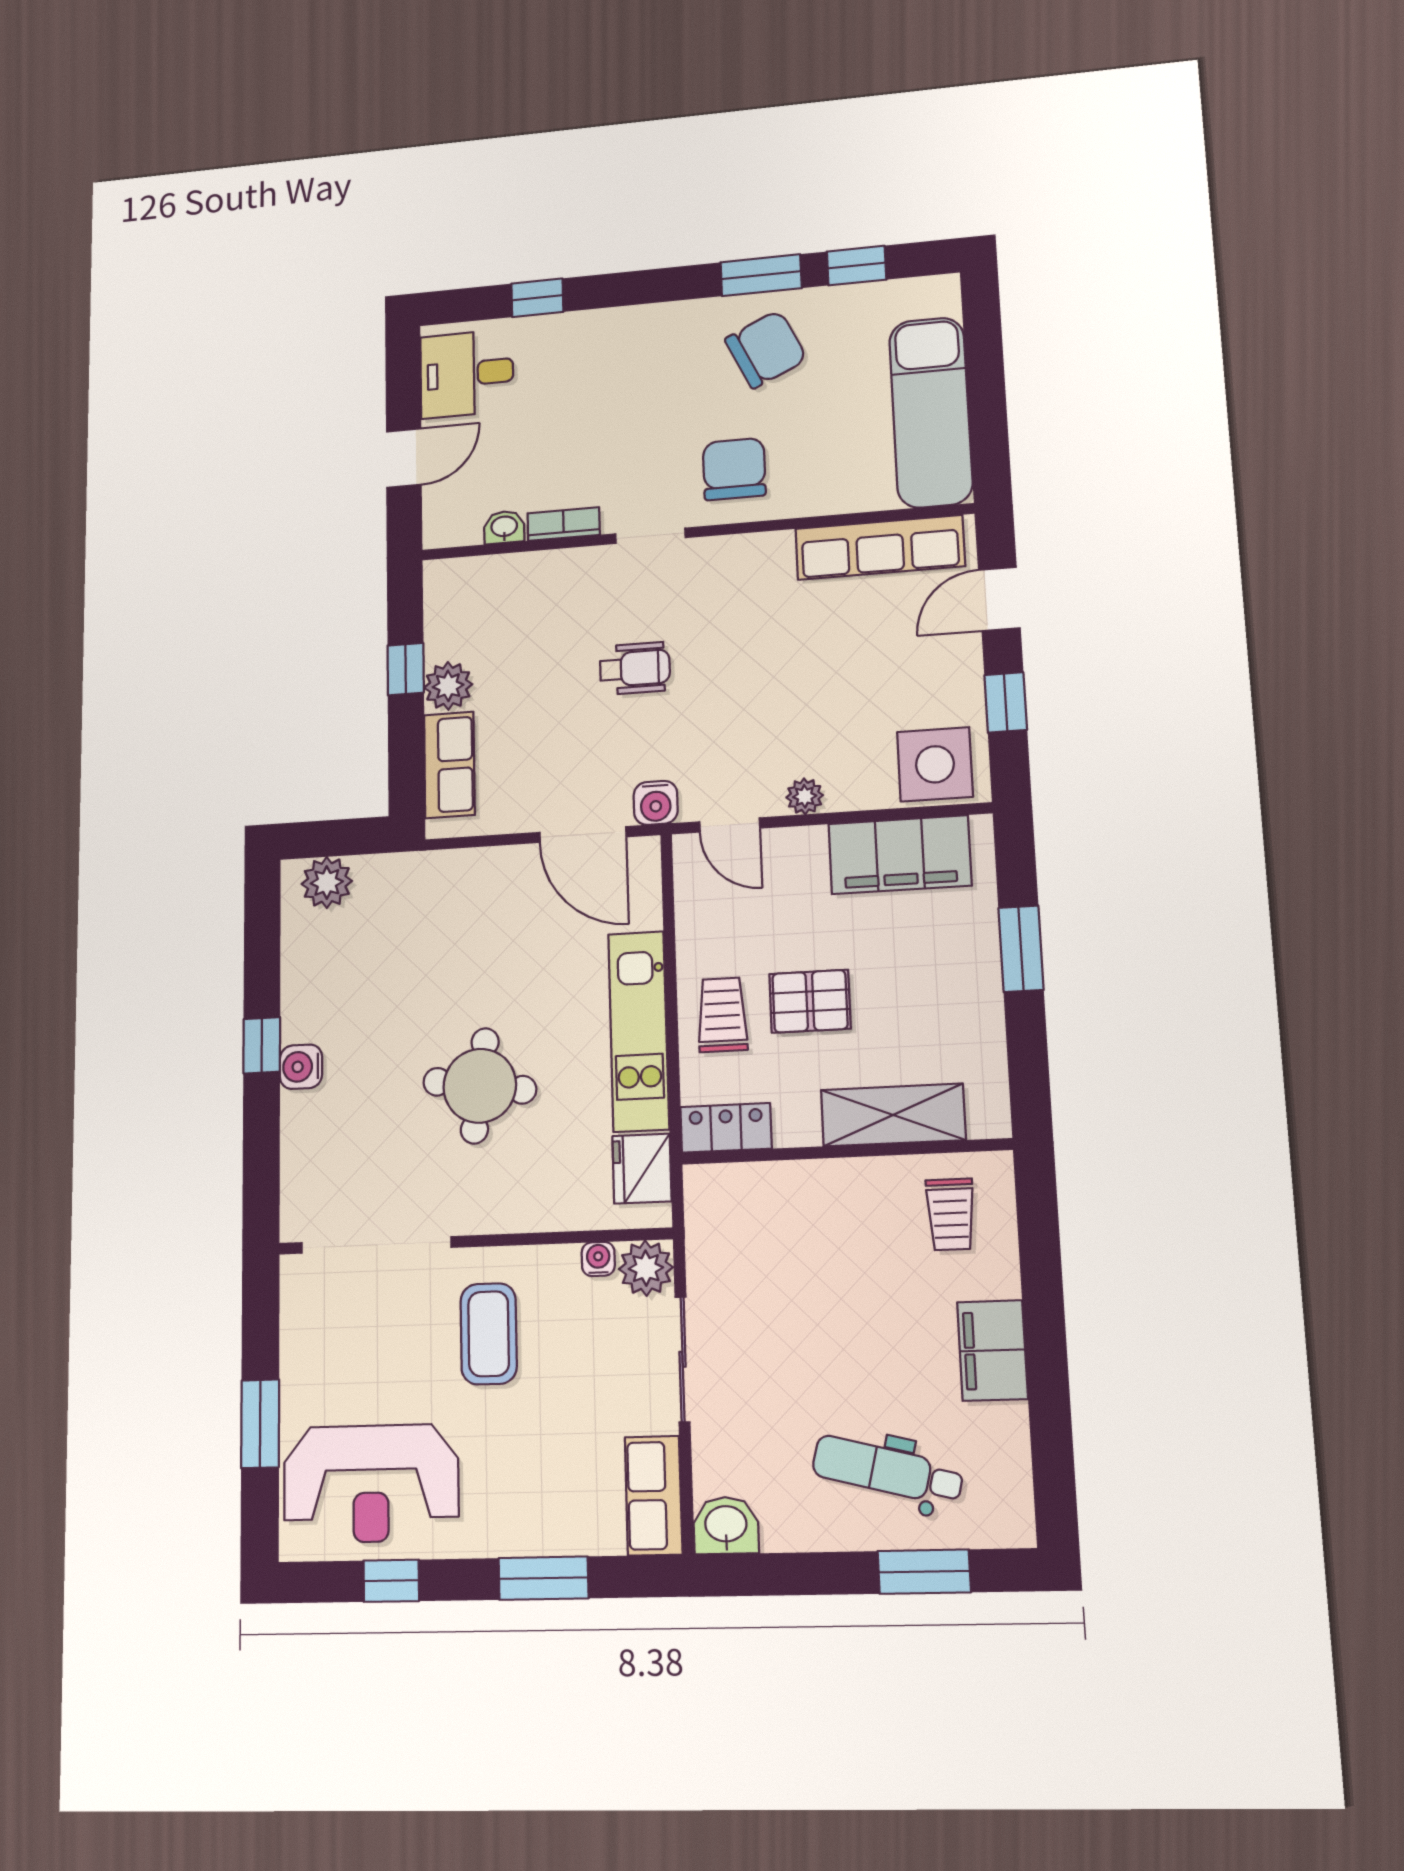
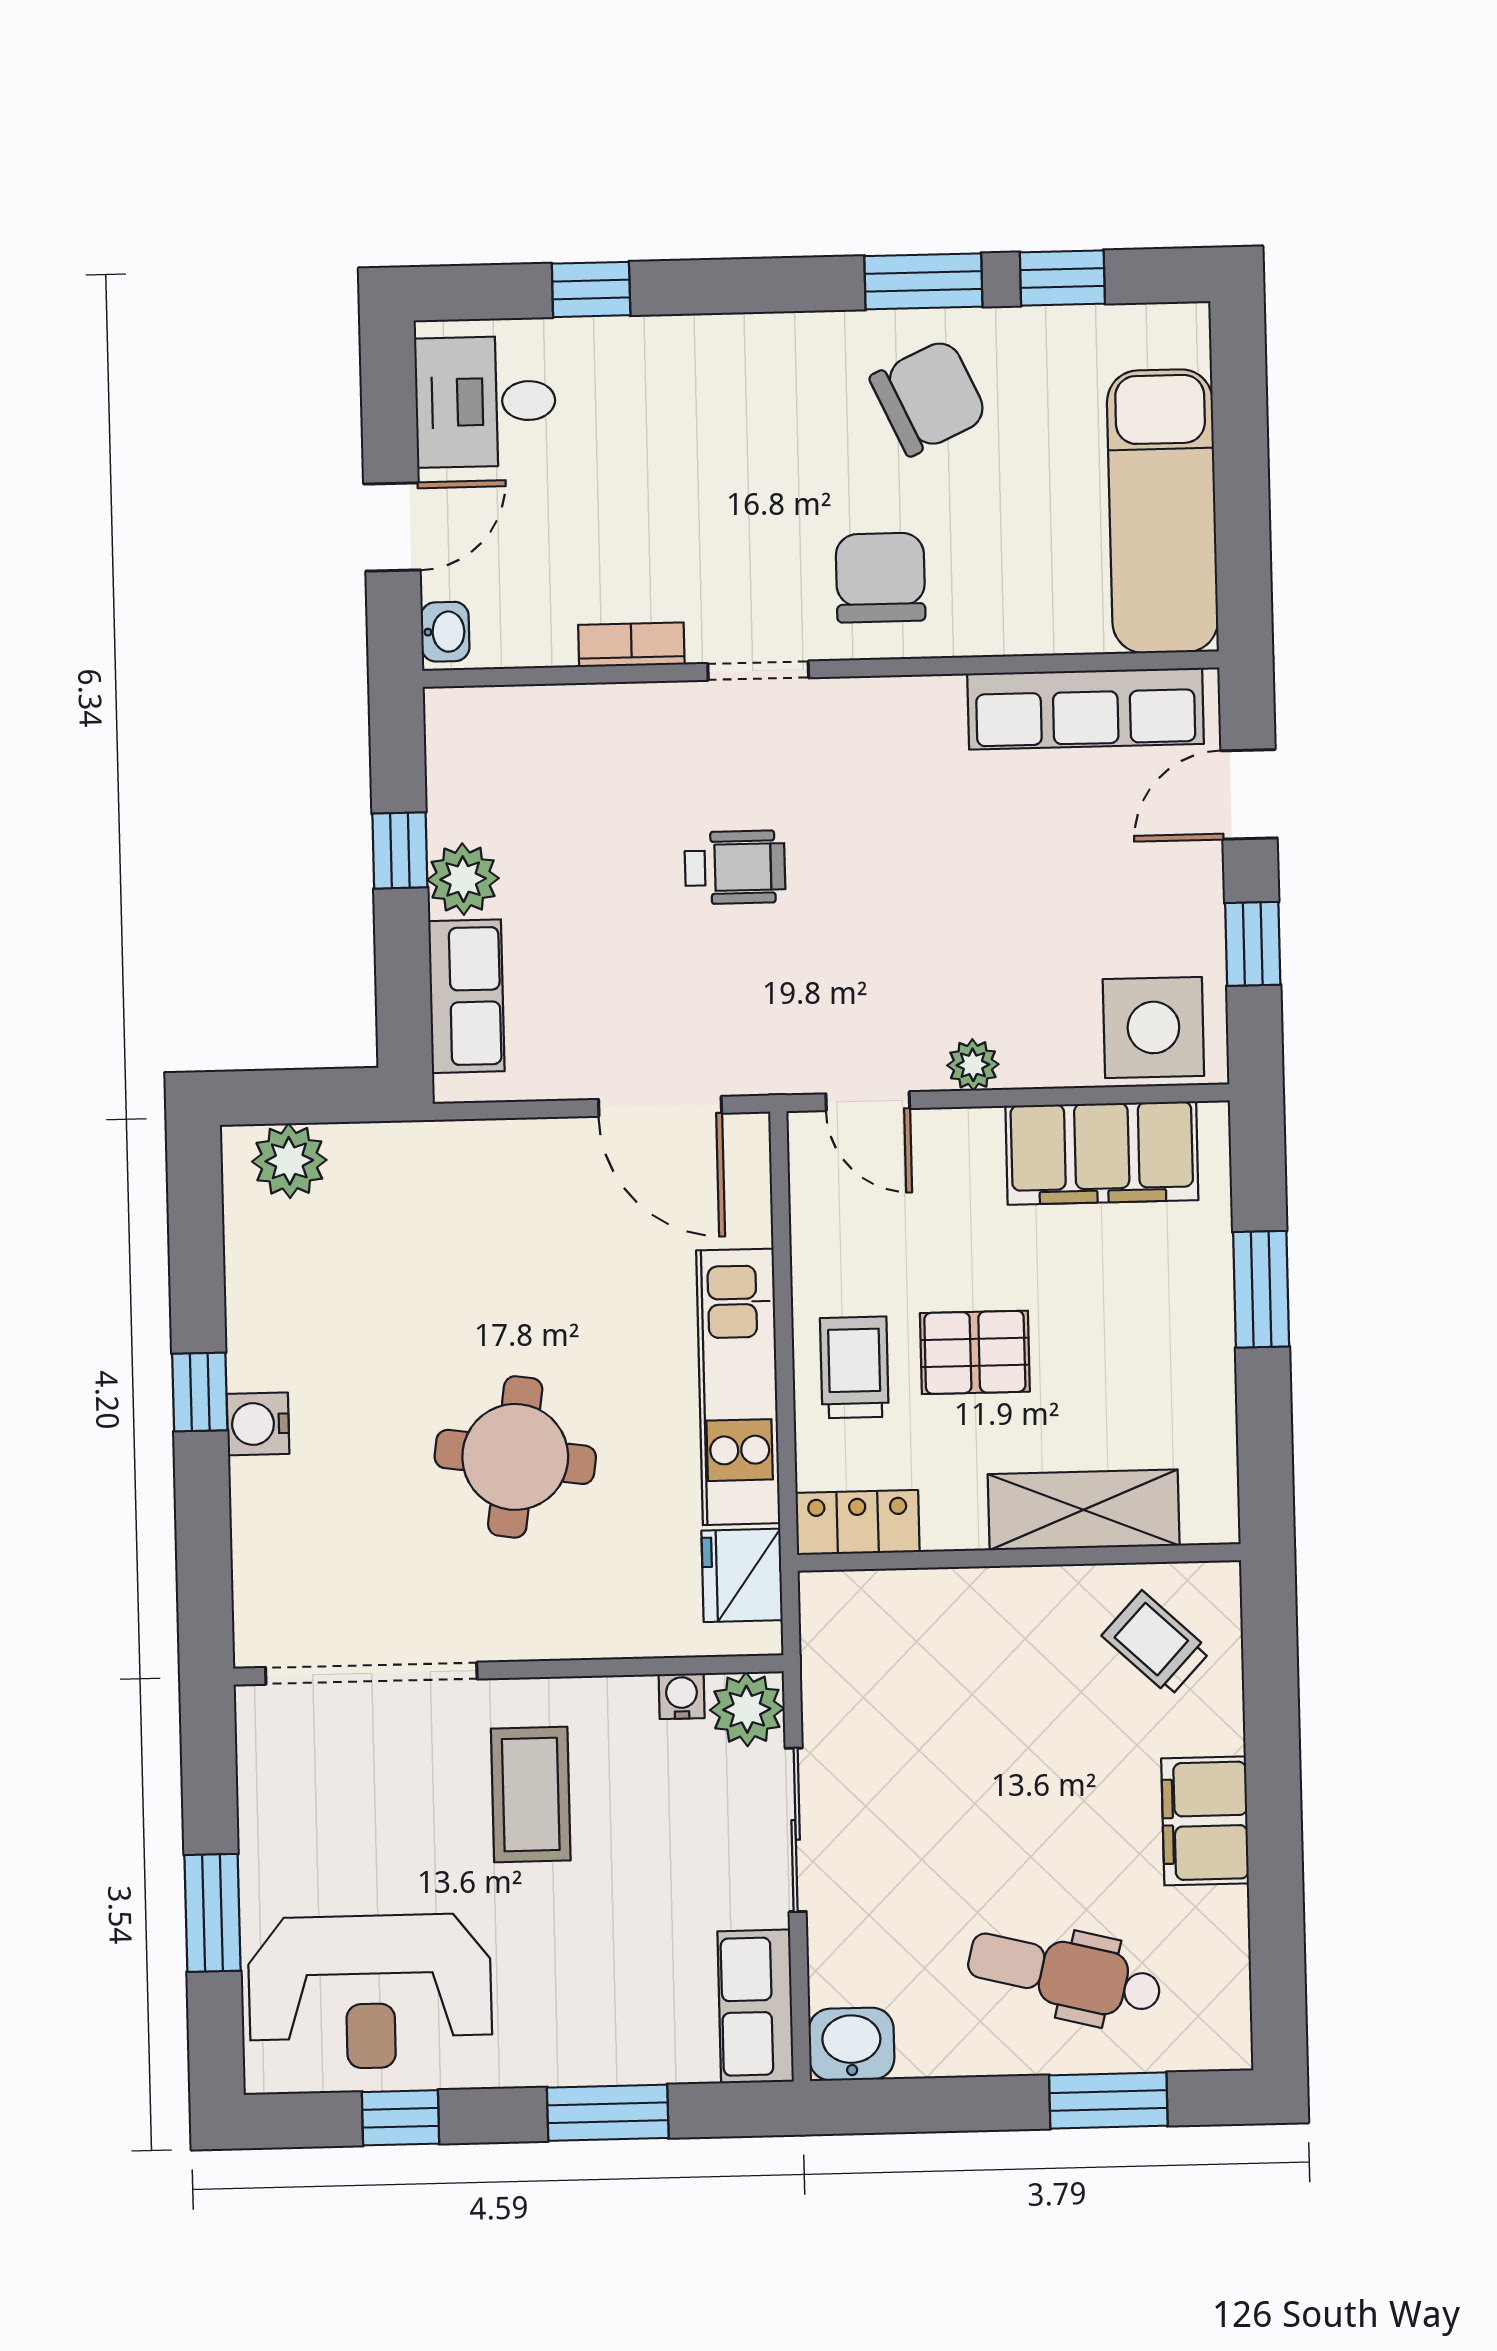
washbasin: (504, 527) -> (445, 632), moved, turned 90
water cooler: (656, 803) -> (764, 1065), removed
trolley: (951, 1214) -> (1156, 1643), turned 133

